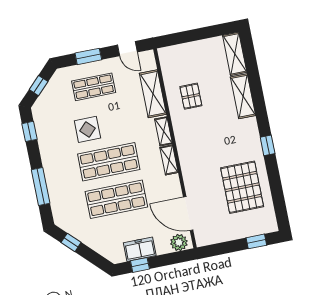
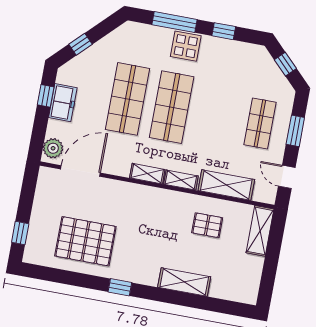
door: (127, 49) -> (287, 177), hinge flipped
shelving: (235, 54) -> (260, 231), moved, turned 90
display table: (87, 129) -> (186, 46), moved
window: (30, 131) -> (224, 31), moved
window: (71, 242) -> (81, 44), moved

